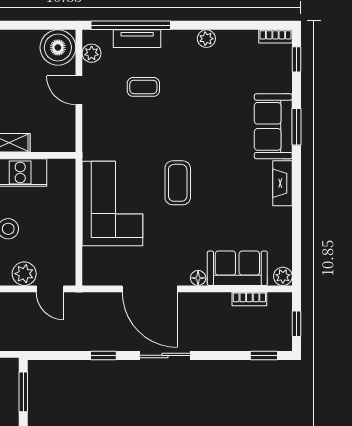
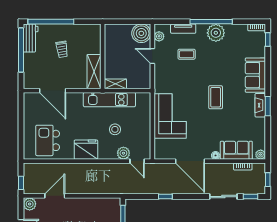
window: (131, 25) -> (211, 22), moved
plant: (206, 39) -> (216, 33), width x1.88, depth x1.88
window: (296, 127) -> (268, 106), moved
coffee table: (178, 183) -> (216, 97), moved
sliding door: (165, 355) -> (223, 197), moved

